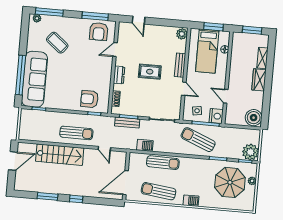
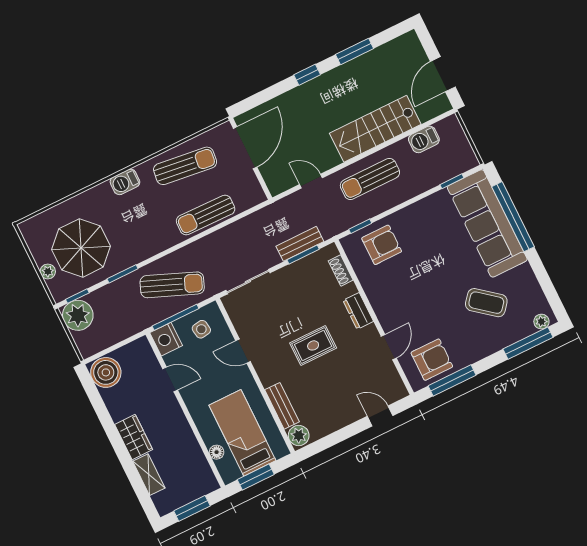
armchair: (99, 32) -> (432, 360), turned 90
bench: (180, 65) -> (282, 406), moved
barbecue: (145, 145) -> (424, 139), moved

